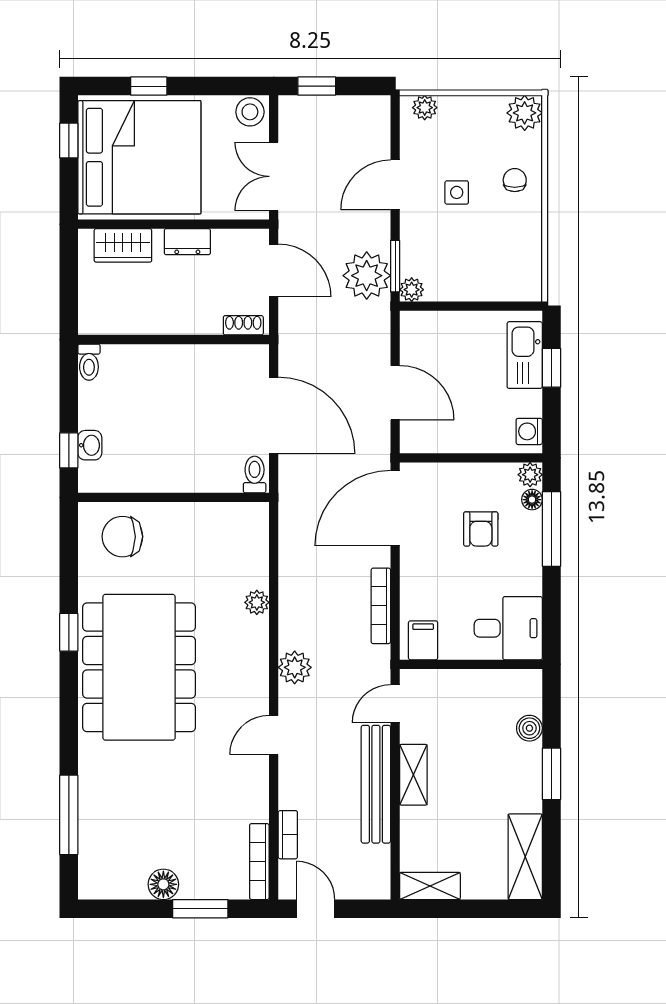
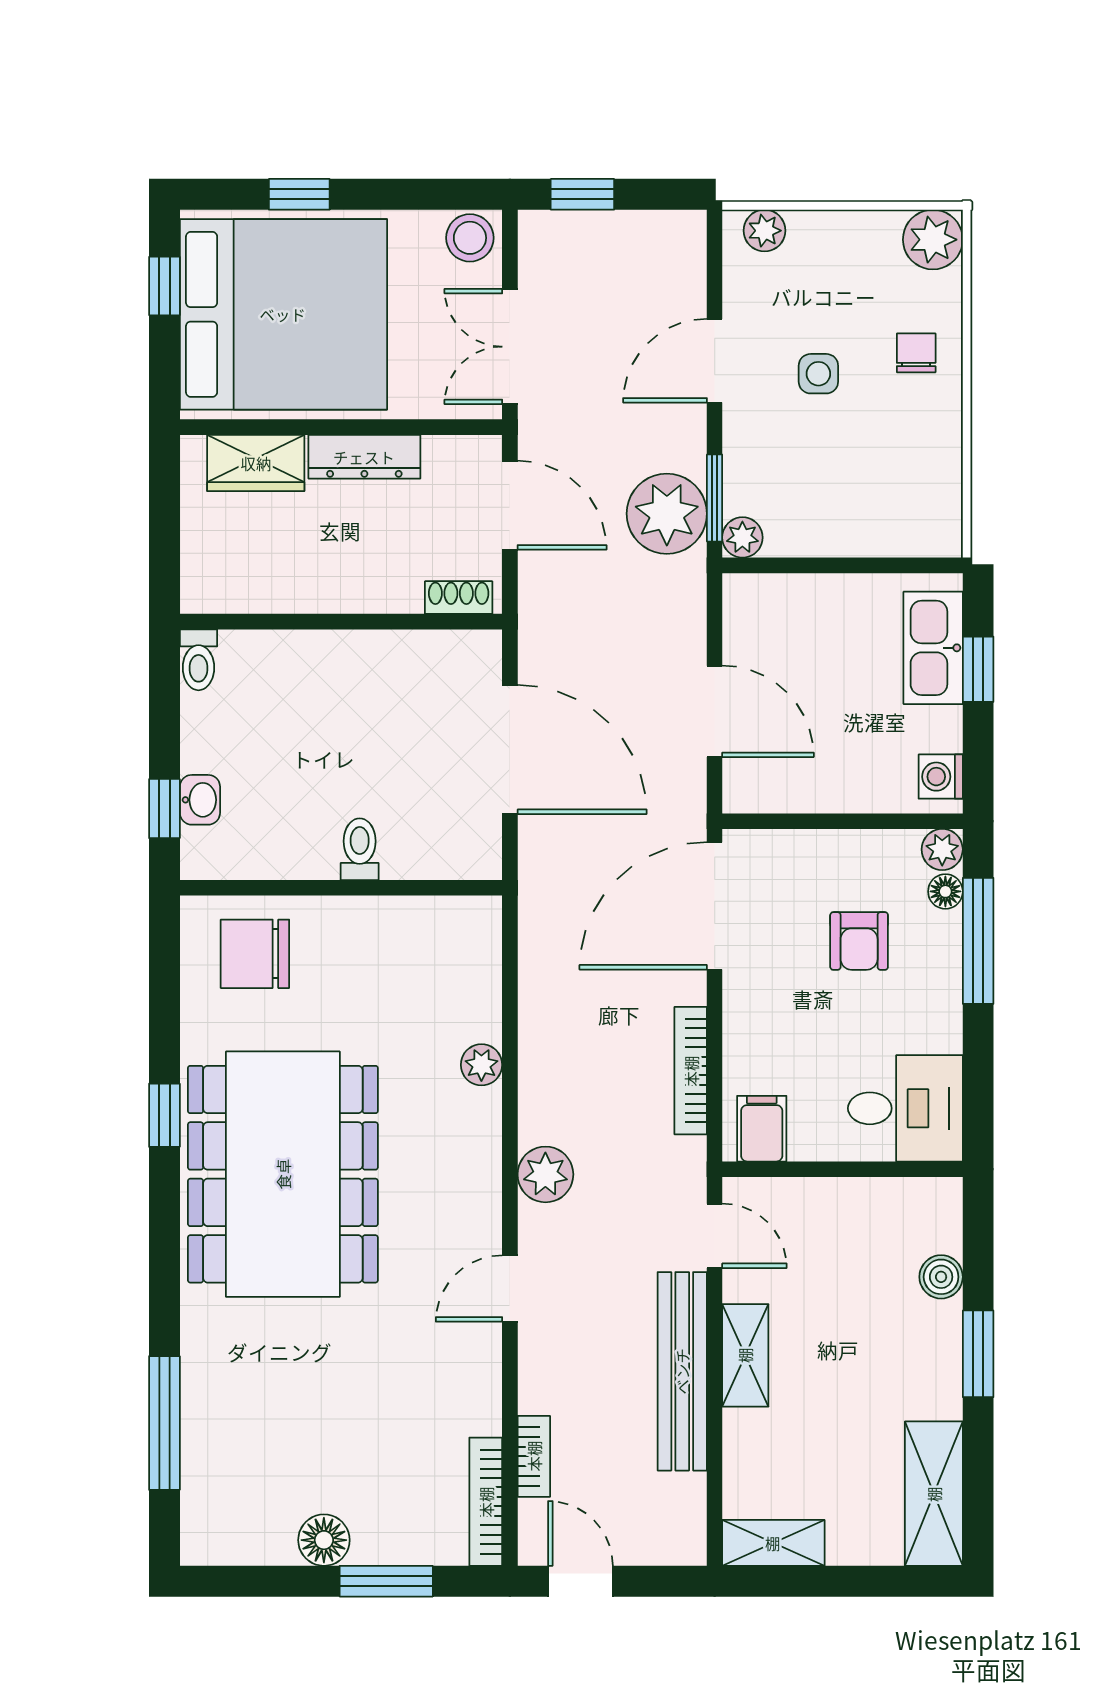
dresser: (187, 242) -> (364, 457), width x1.44
toilet: (255, 474) -> (360, 849), moved
door: (395, 704) -> (715, 1236), swing flipped

